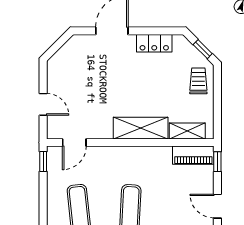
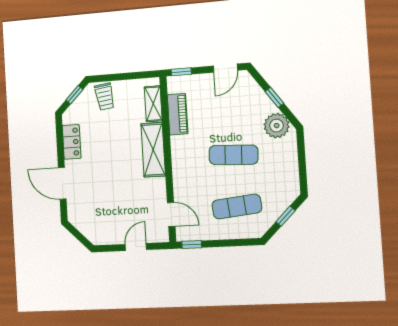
trolley: (198, 81) -> (105, 97), turned -98
piano: (193, 155) -> (178, 114), moved

